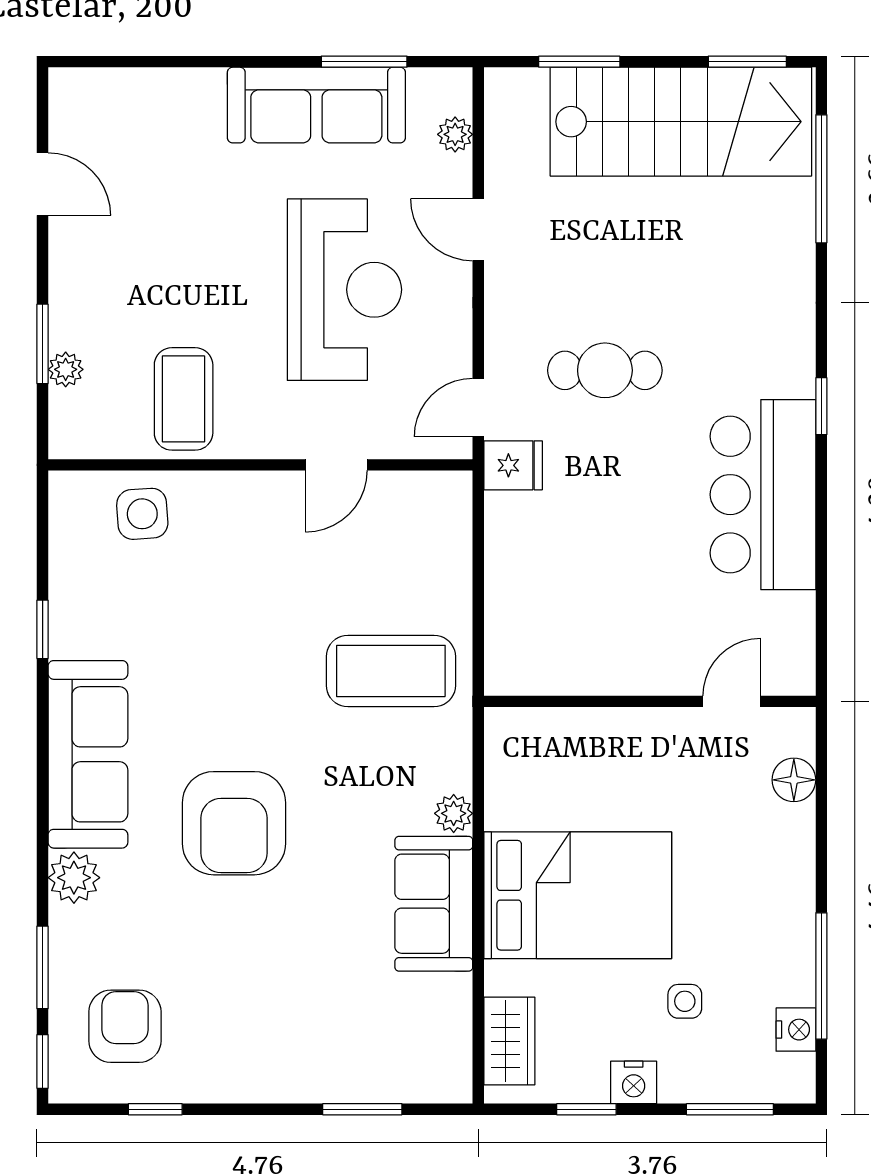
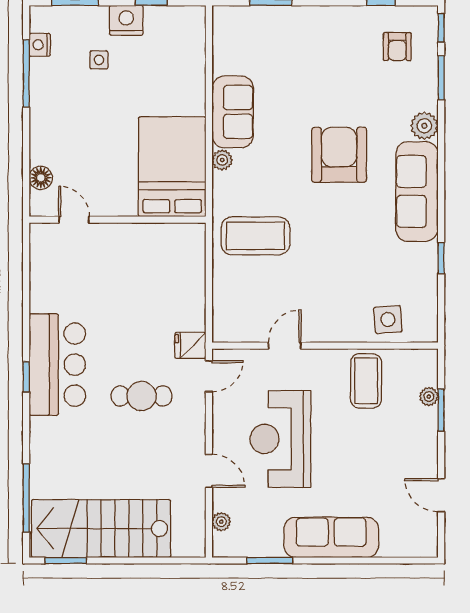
window: (579, 62) -> (155, 560), removed
sofa: (316, 105) -> (331, 537), moved
bar counter: (763, 495) -> (57, 365), moved
door: (732, 701) -> (74, 220), swing flipped
bed: (578, 895) -> (172, 167), moved, turned 90
armchair: (125, 1026) -> (397, 47), width x0.72, depth x0.72
wardrobe: (509, 1041) -> (192, 39), removed
nightstand: (634, 1082) -> (126, 20), width x1.36, depth x1.33

